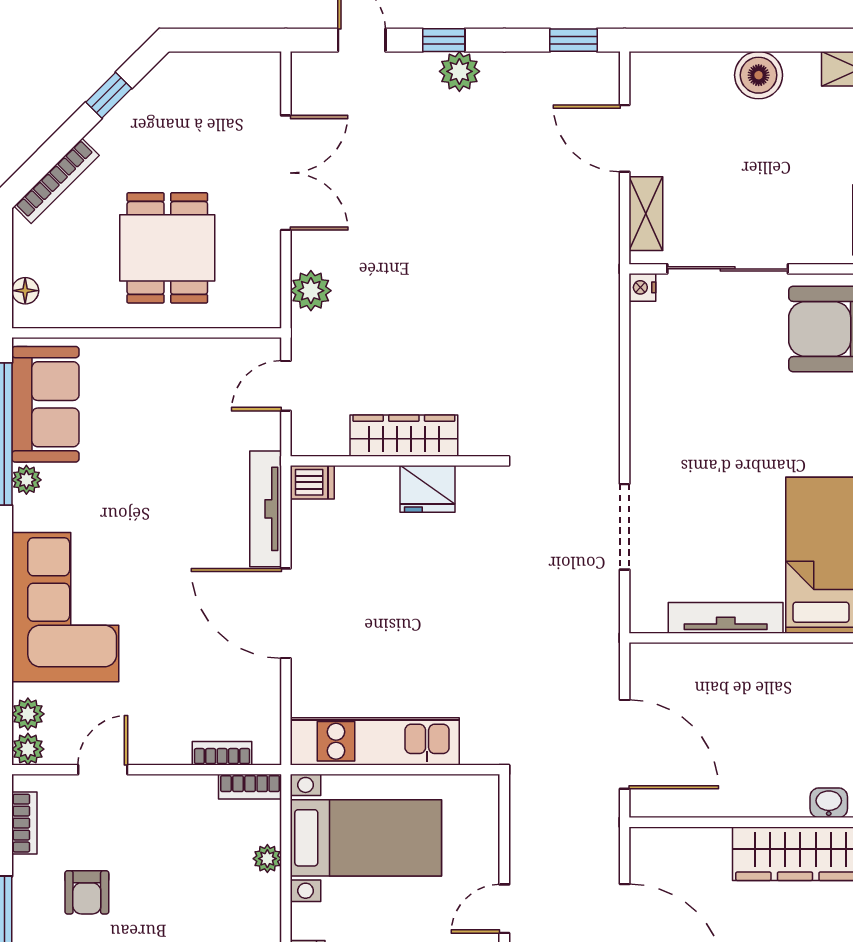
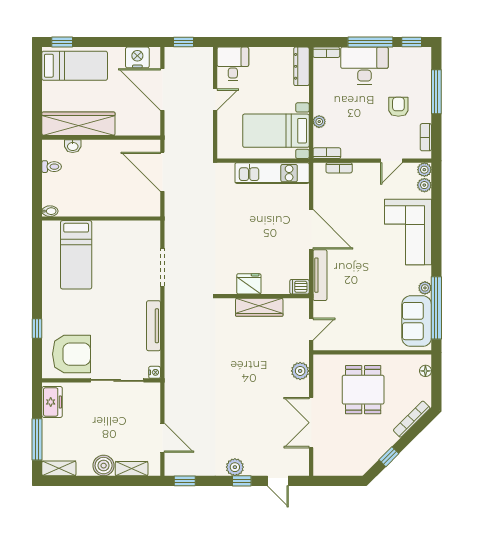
shelving: (646, 214) -> (132, 469), moved, turned 90
tv unit: (726, 618) -> (154, 326), moved, turned 90

